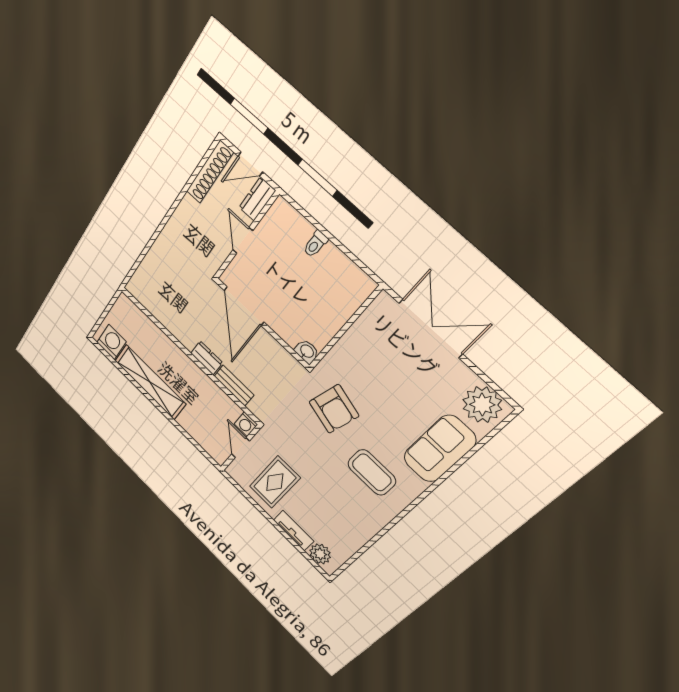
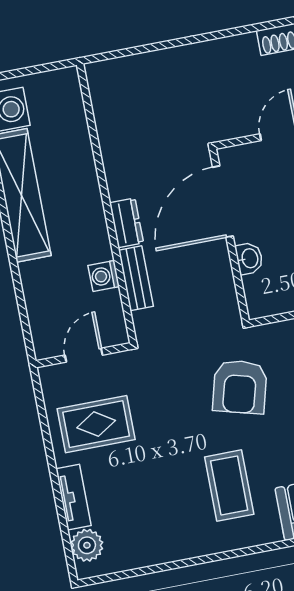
washbasin: (307, 352) -> (249, 258), moved
washing machine: (246, 424) -> (104, 276), moved

